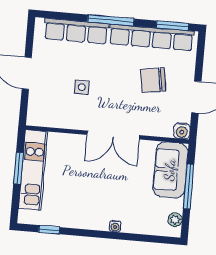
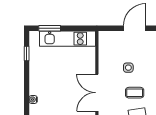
coffee table: (118, 81) -> (135, 93), added
window: (18, 168) -> (50, 28), moved

